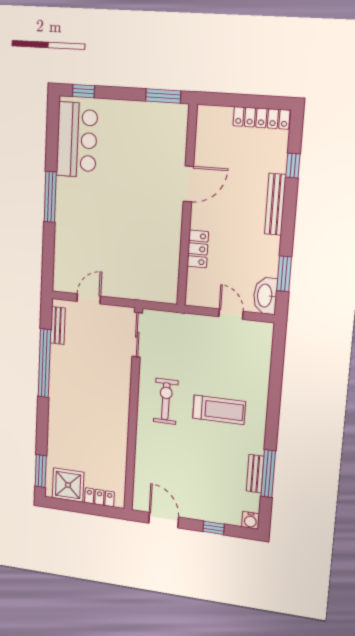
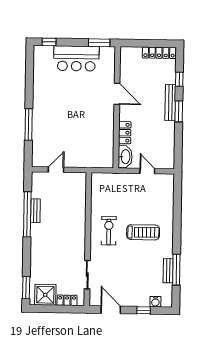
bar counter: (77, 140) -> (76, 58), moved, turned 90
door: (188, 184) -> (117, 94), hinge flipped
window: (50, 197) -> (29, 124), moved
window: (284, 274) -> (179, 111), moved
washbasin: (265, 296) -> (125, 157), moved, turned 180
bench: (58, 326) -> (35, 211), moved
sliding door: (137, 335) -> (87, 275), moved
water cooler: (250, 520) -> (155, 302), moved

